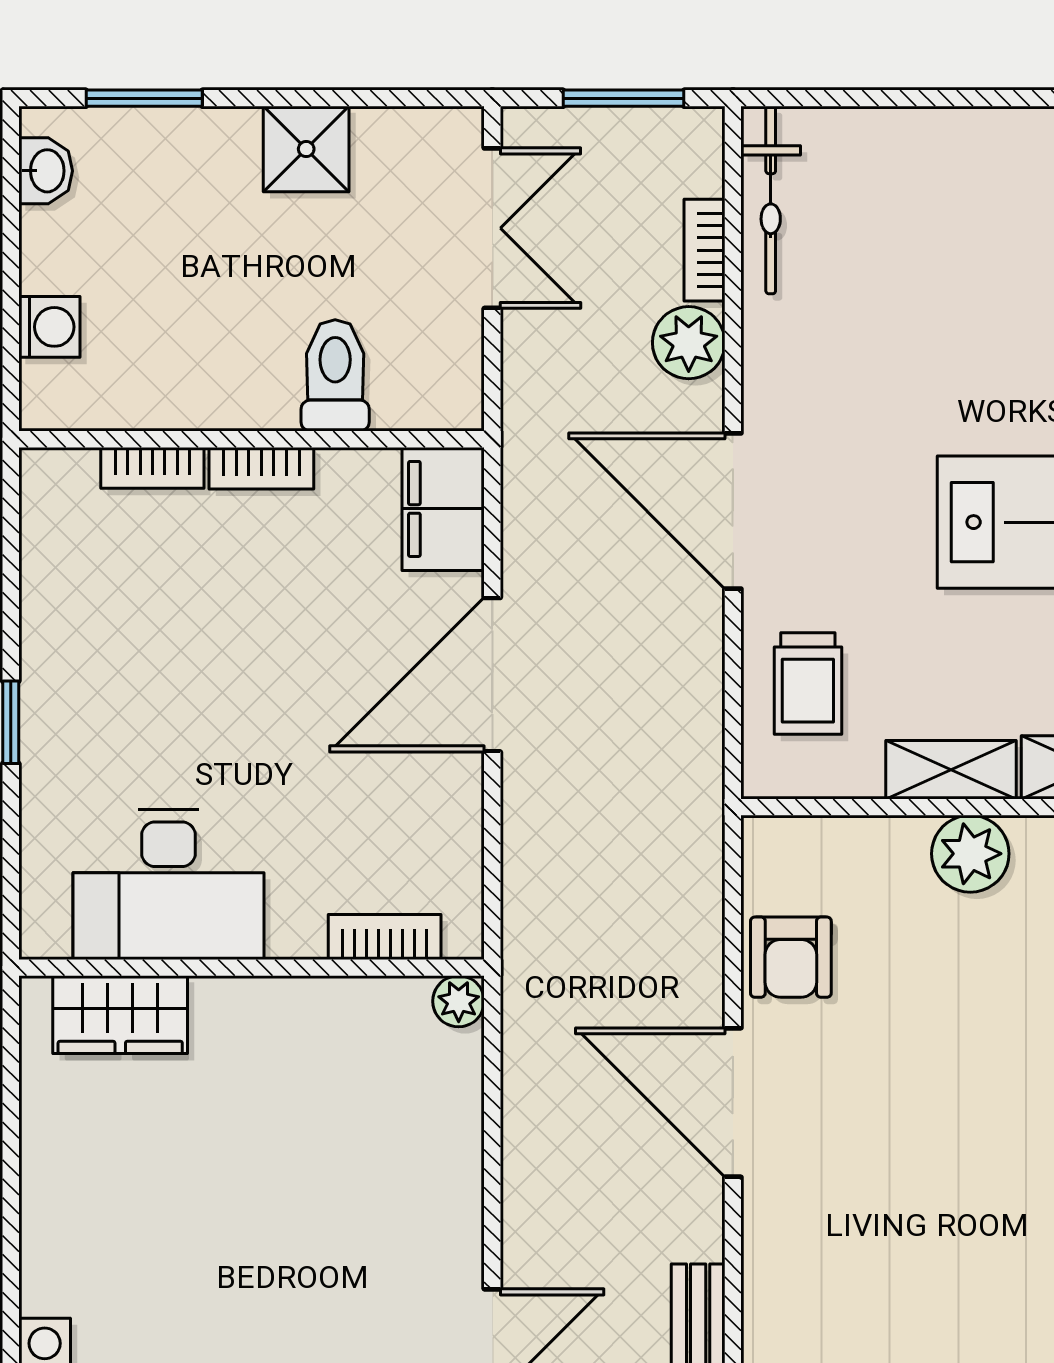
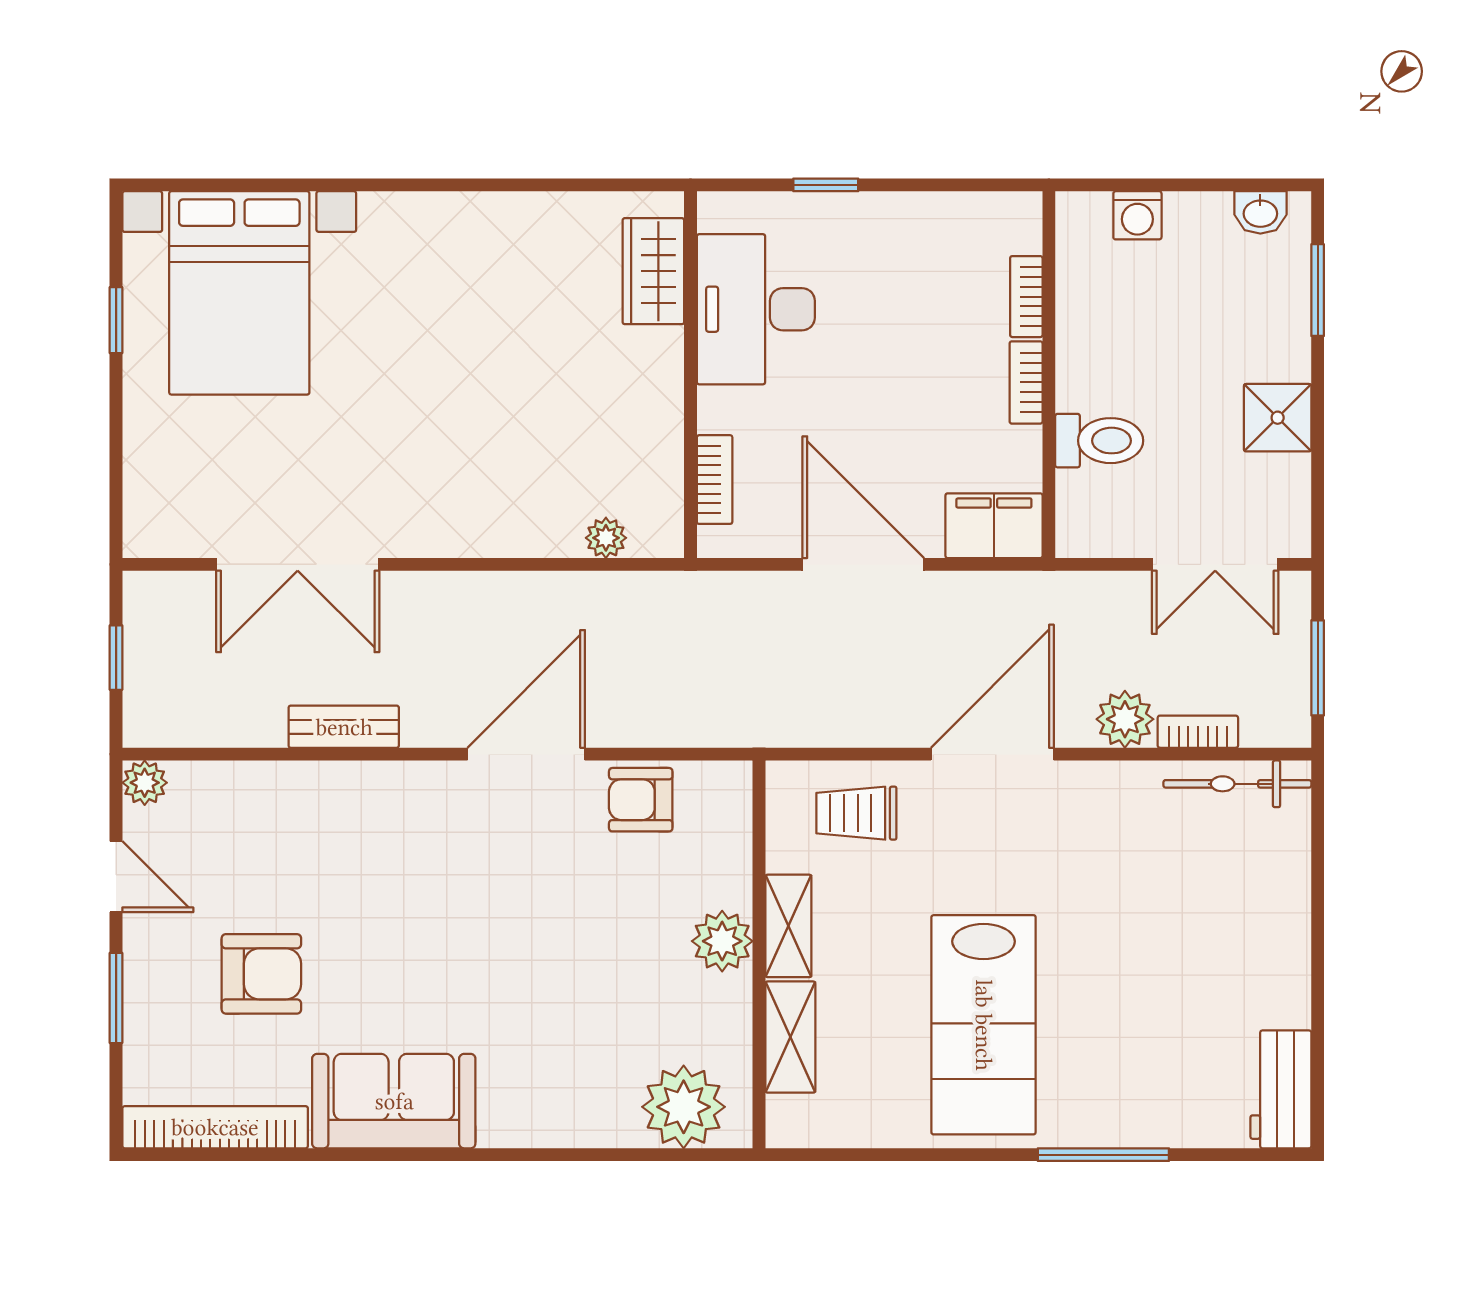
desk: (169, 885) -> (756, 309), moved
bookcase: (385, 937) -> (715, 480), moved
wall: (251, 968) -> (690, 375), moved
wardrobe: (120, 1015) -> (653, 271), moved

